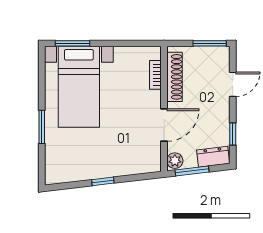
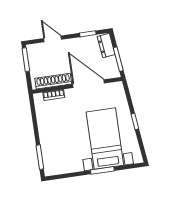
bed with nightstands: (79, 87) -> (105, 139), moved, turned -90
door: (164, 125) -> (89, 84), width x1.36
plant: (175, 161) -> (113, 72), removed

